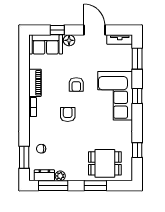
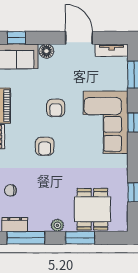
window: (57, 30) -> (16, 38), moved
armchair: (68, 114) -> (45, 146), turned 180
dining table: (105, 163) -> (92, 209), turned 90
plant: (60, 176) -> (57, 225), moved

